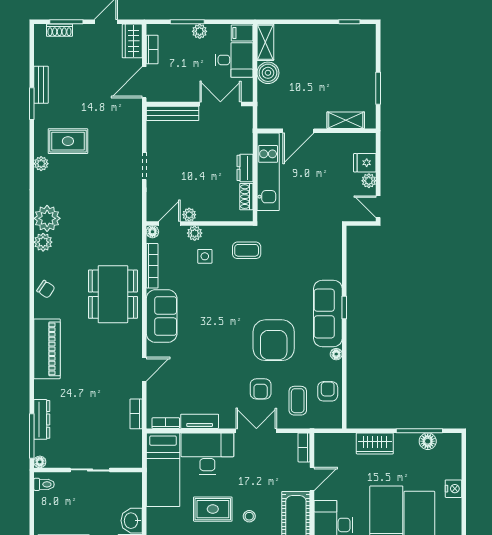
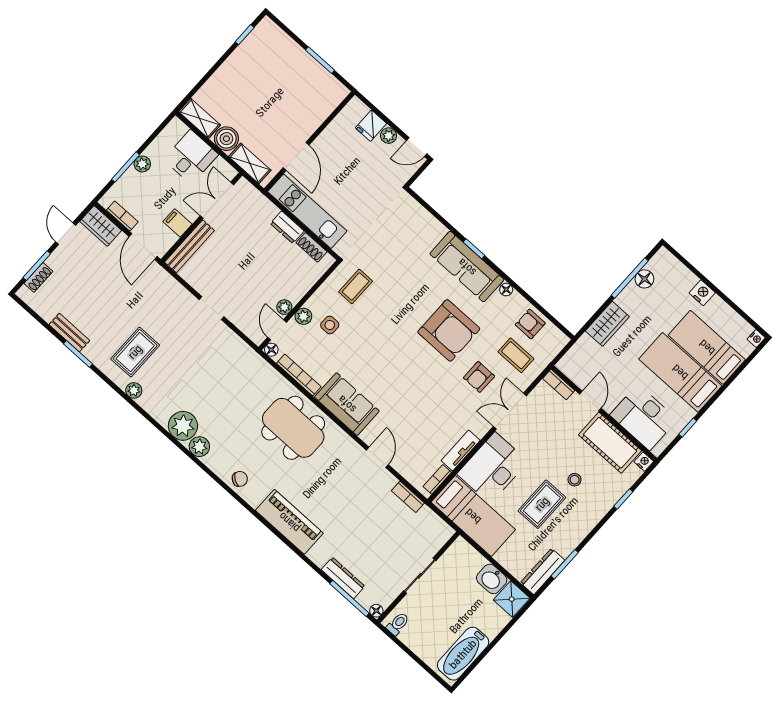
filing cabinet: (242, 33) -> (177, 223), moved, turned 90
shelving: (346, 120) -> (250, 163), moved, turned 90
armchair: (261, 389) -> (479, 377), turned 90

